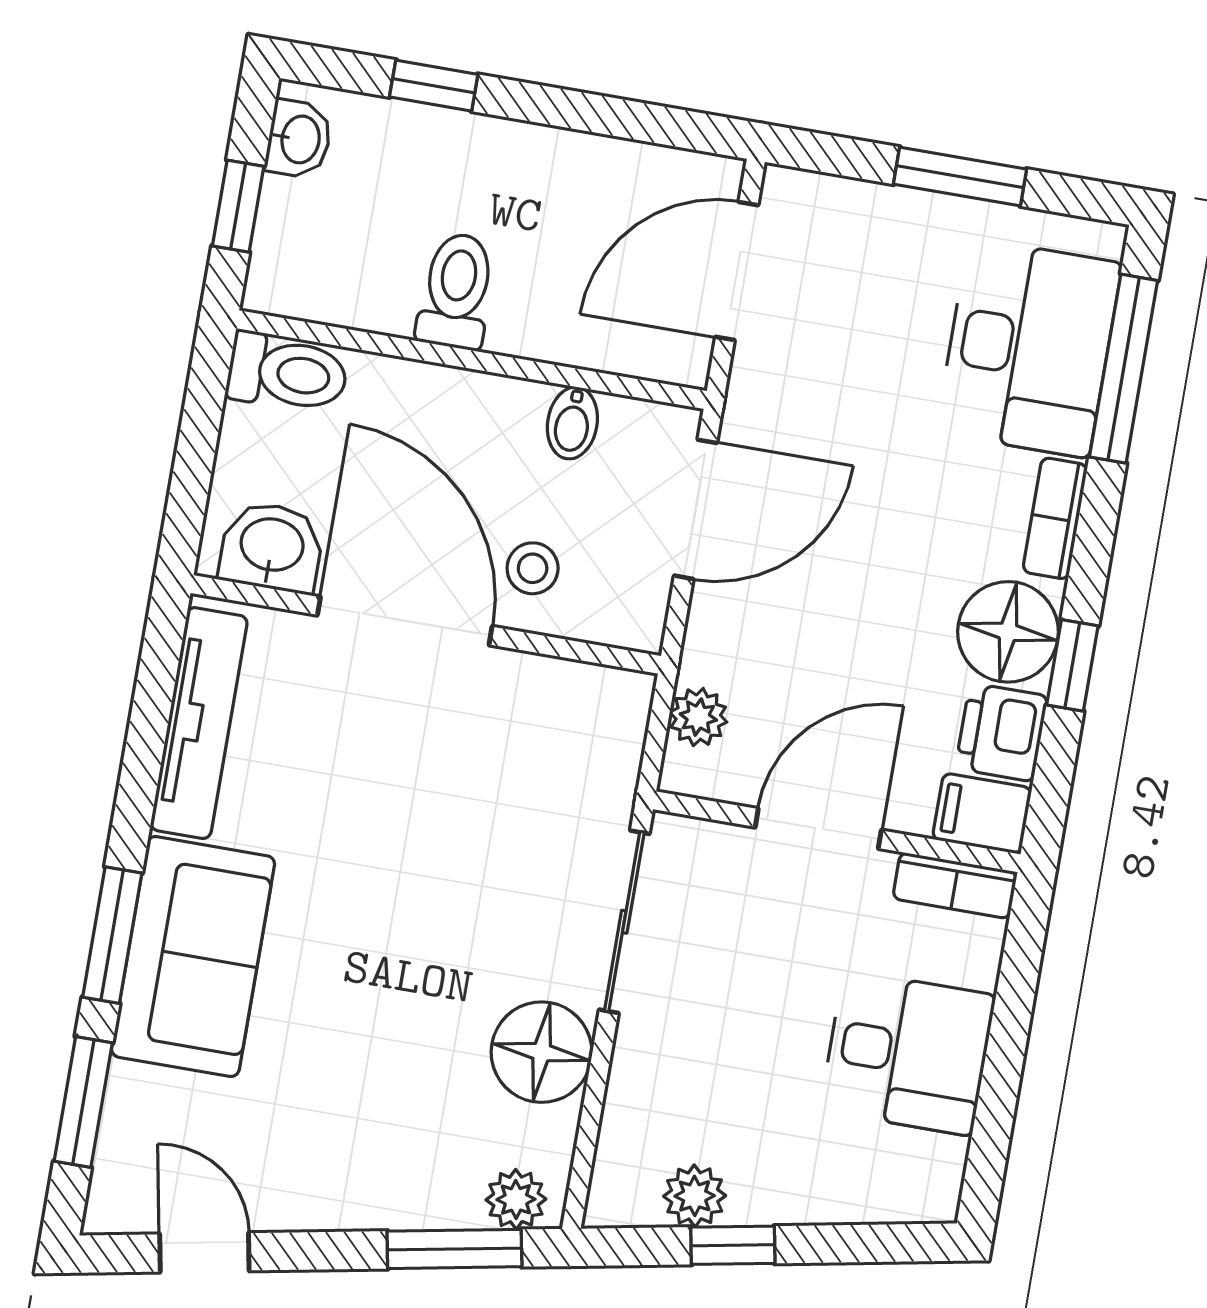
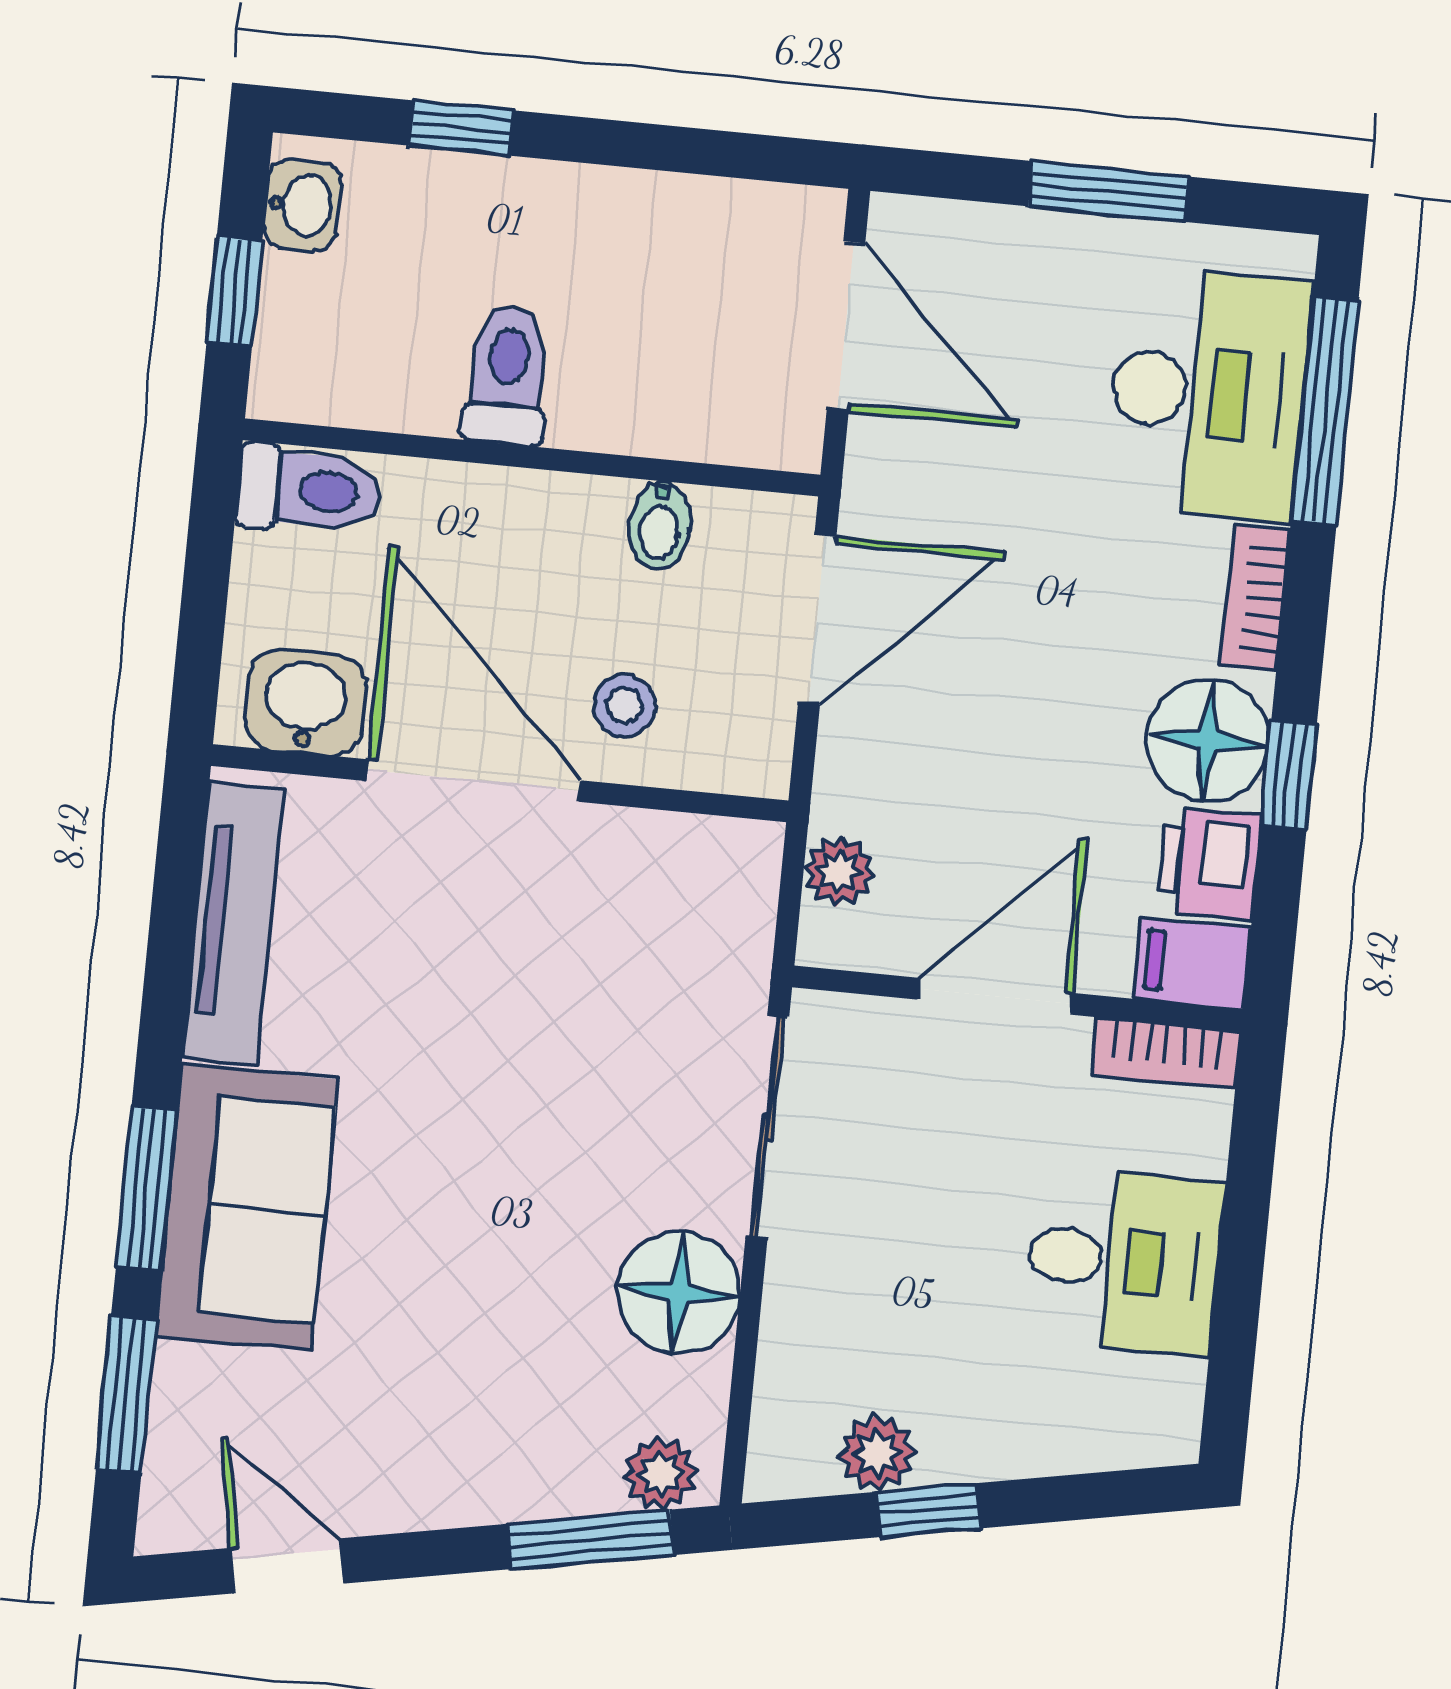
door: (737, 271) -> (846, 326), swing flipped

